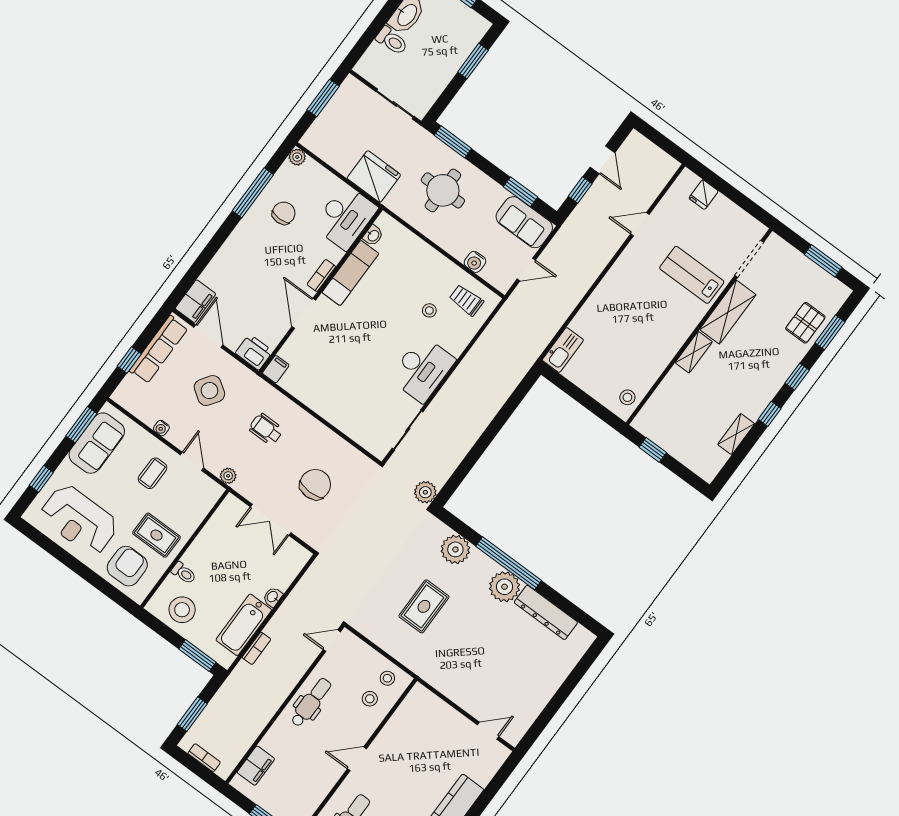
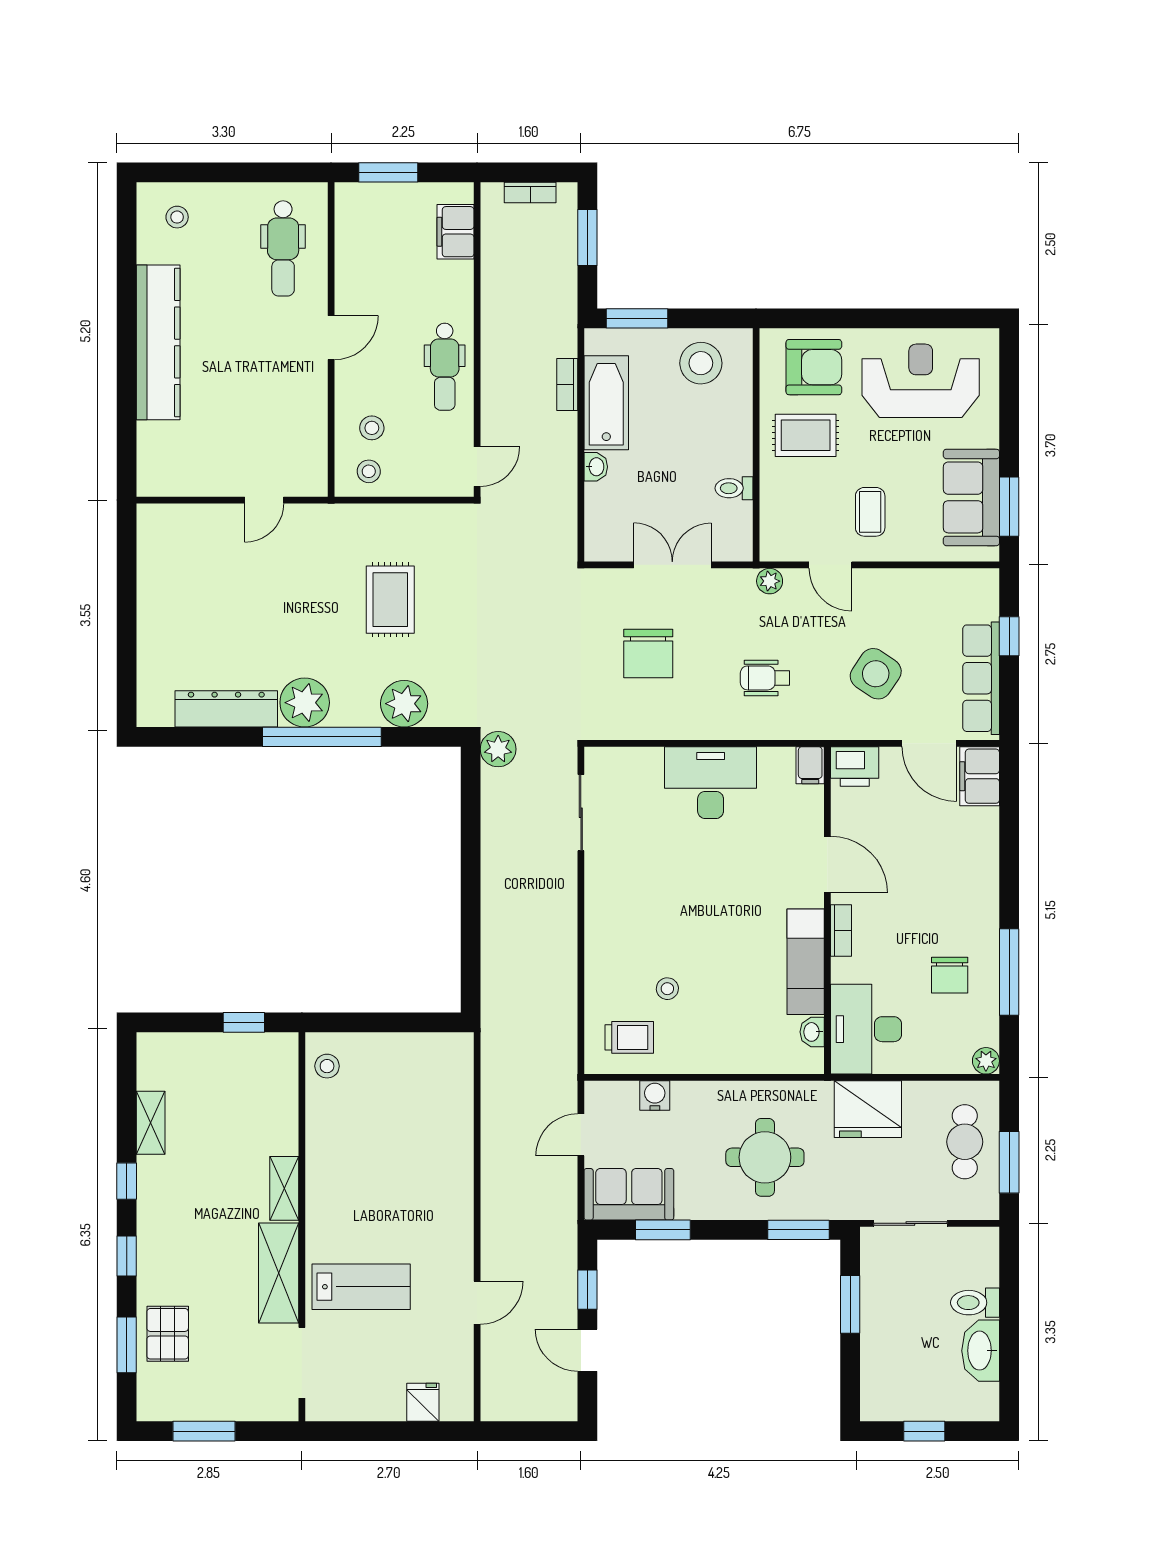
window: (473, 61) -> (850, 1304), moved
cafe table: (338, 125) -> (965, 1142), added
kitchen sink: (563, 350) -> (456, 1066), removed
desk: (422, 369) -> (711, 783), moved, turned 90
water cooler: (161, 428) -> (902, 579), removed
wheelchair: (266, 429) -> (765, 678), turned 180
window: (41, 479) -> (1009, 398), removed
armchair: (127, 566) -> (814, 367), turned -90
toilet: (184, 573) -> (734, 488), moved
door: (488, 731) -> (264, 500), moved

